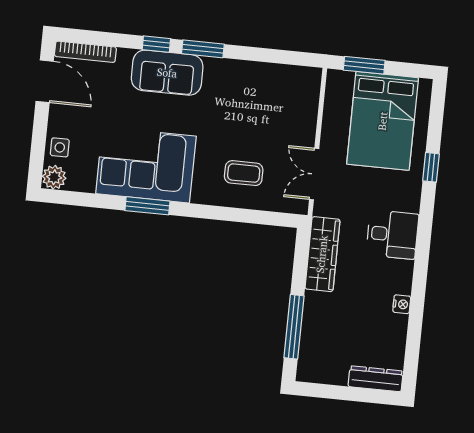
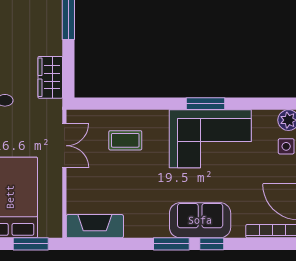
fireplace: (289, 78) -> (95, 226), added
wardrobe: (322, 254) -> (50, 77), width x0.67

